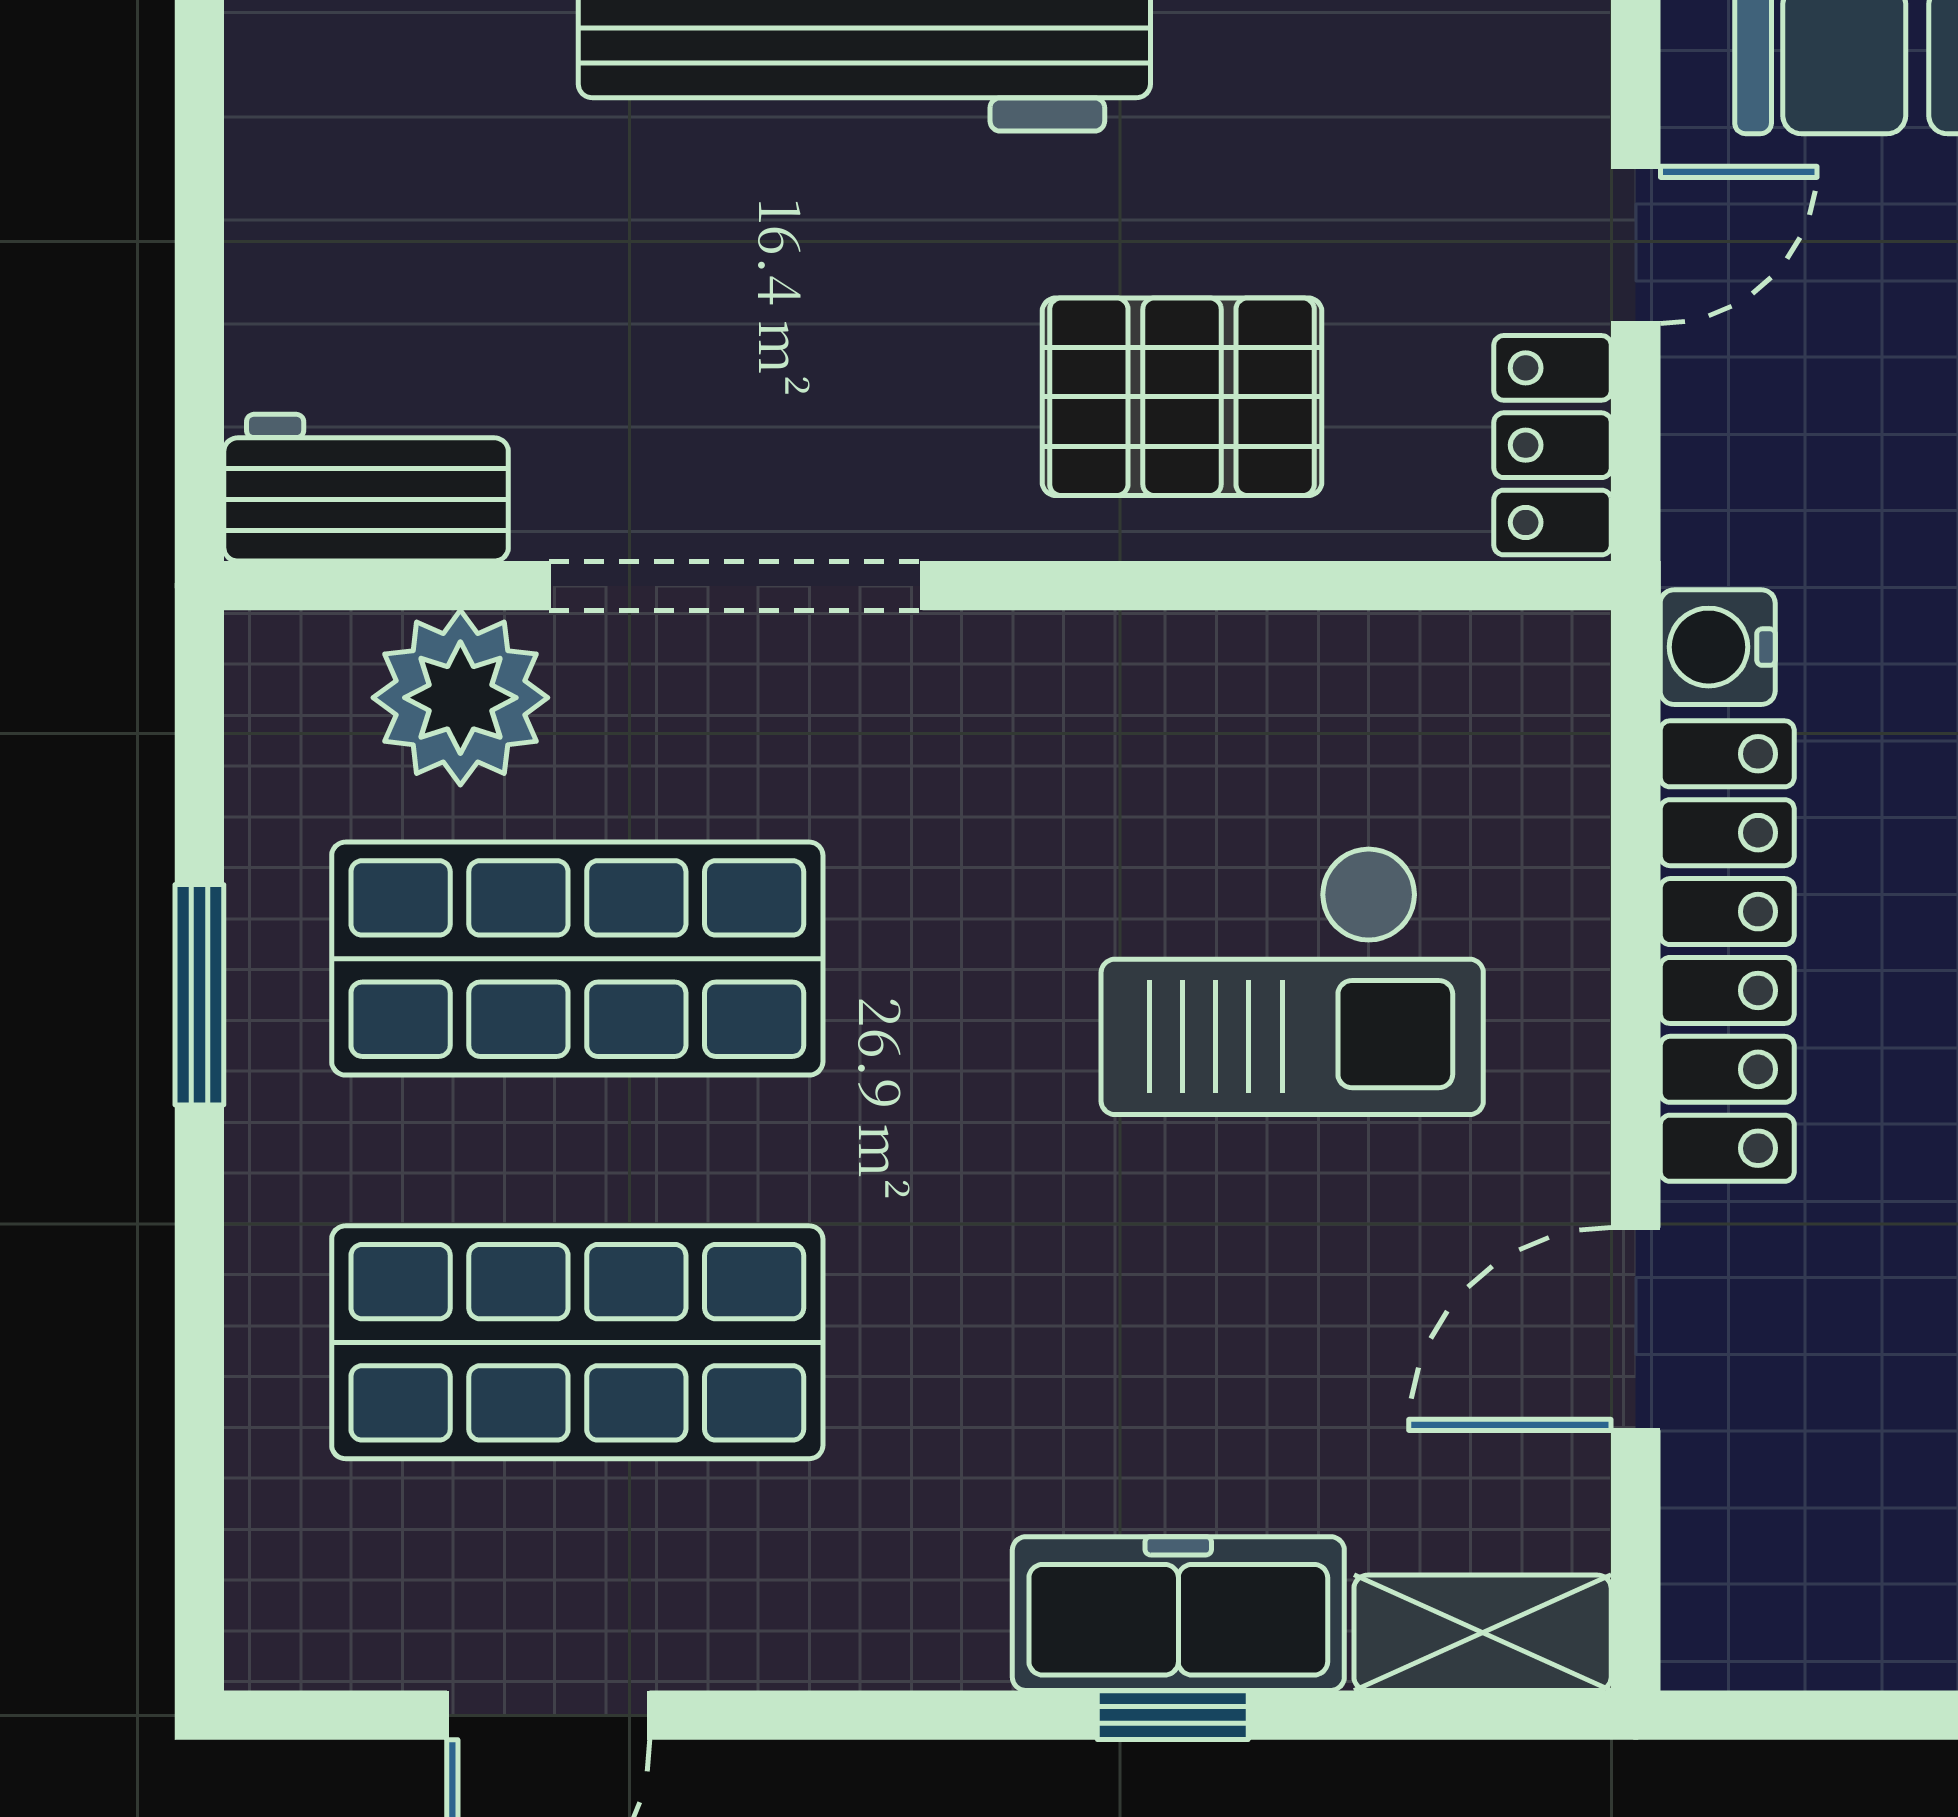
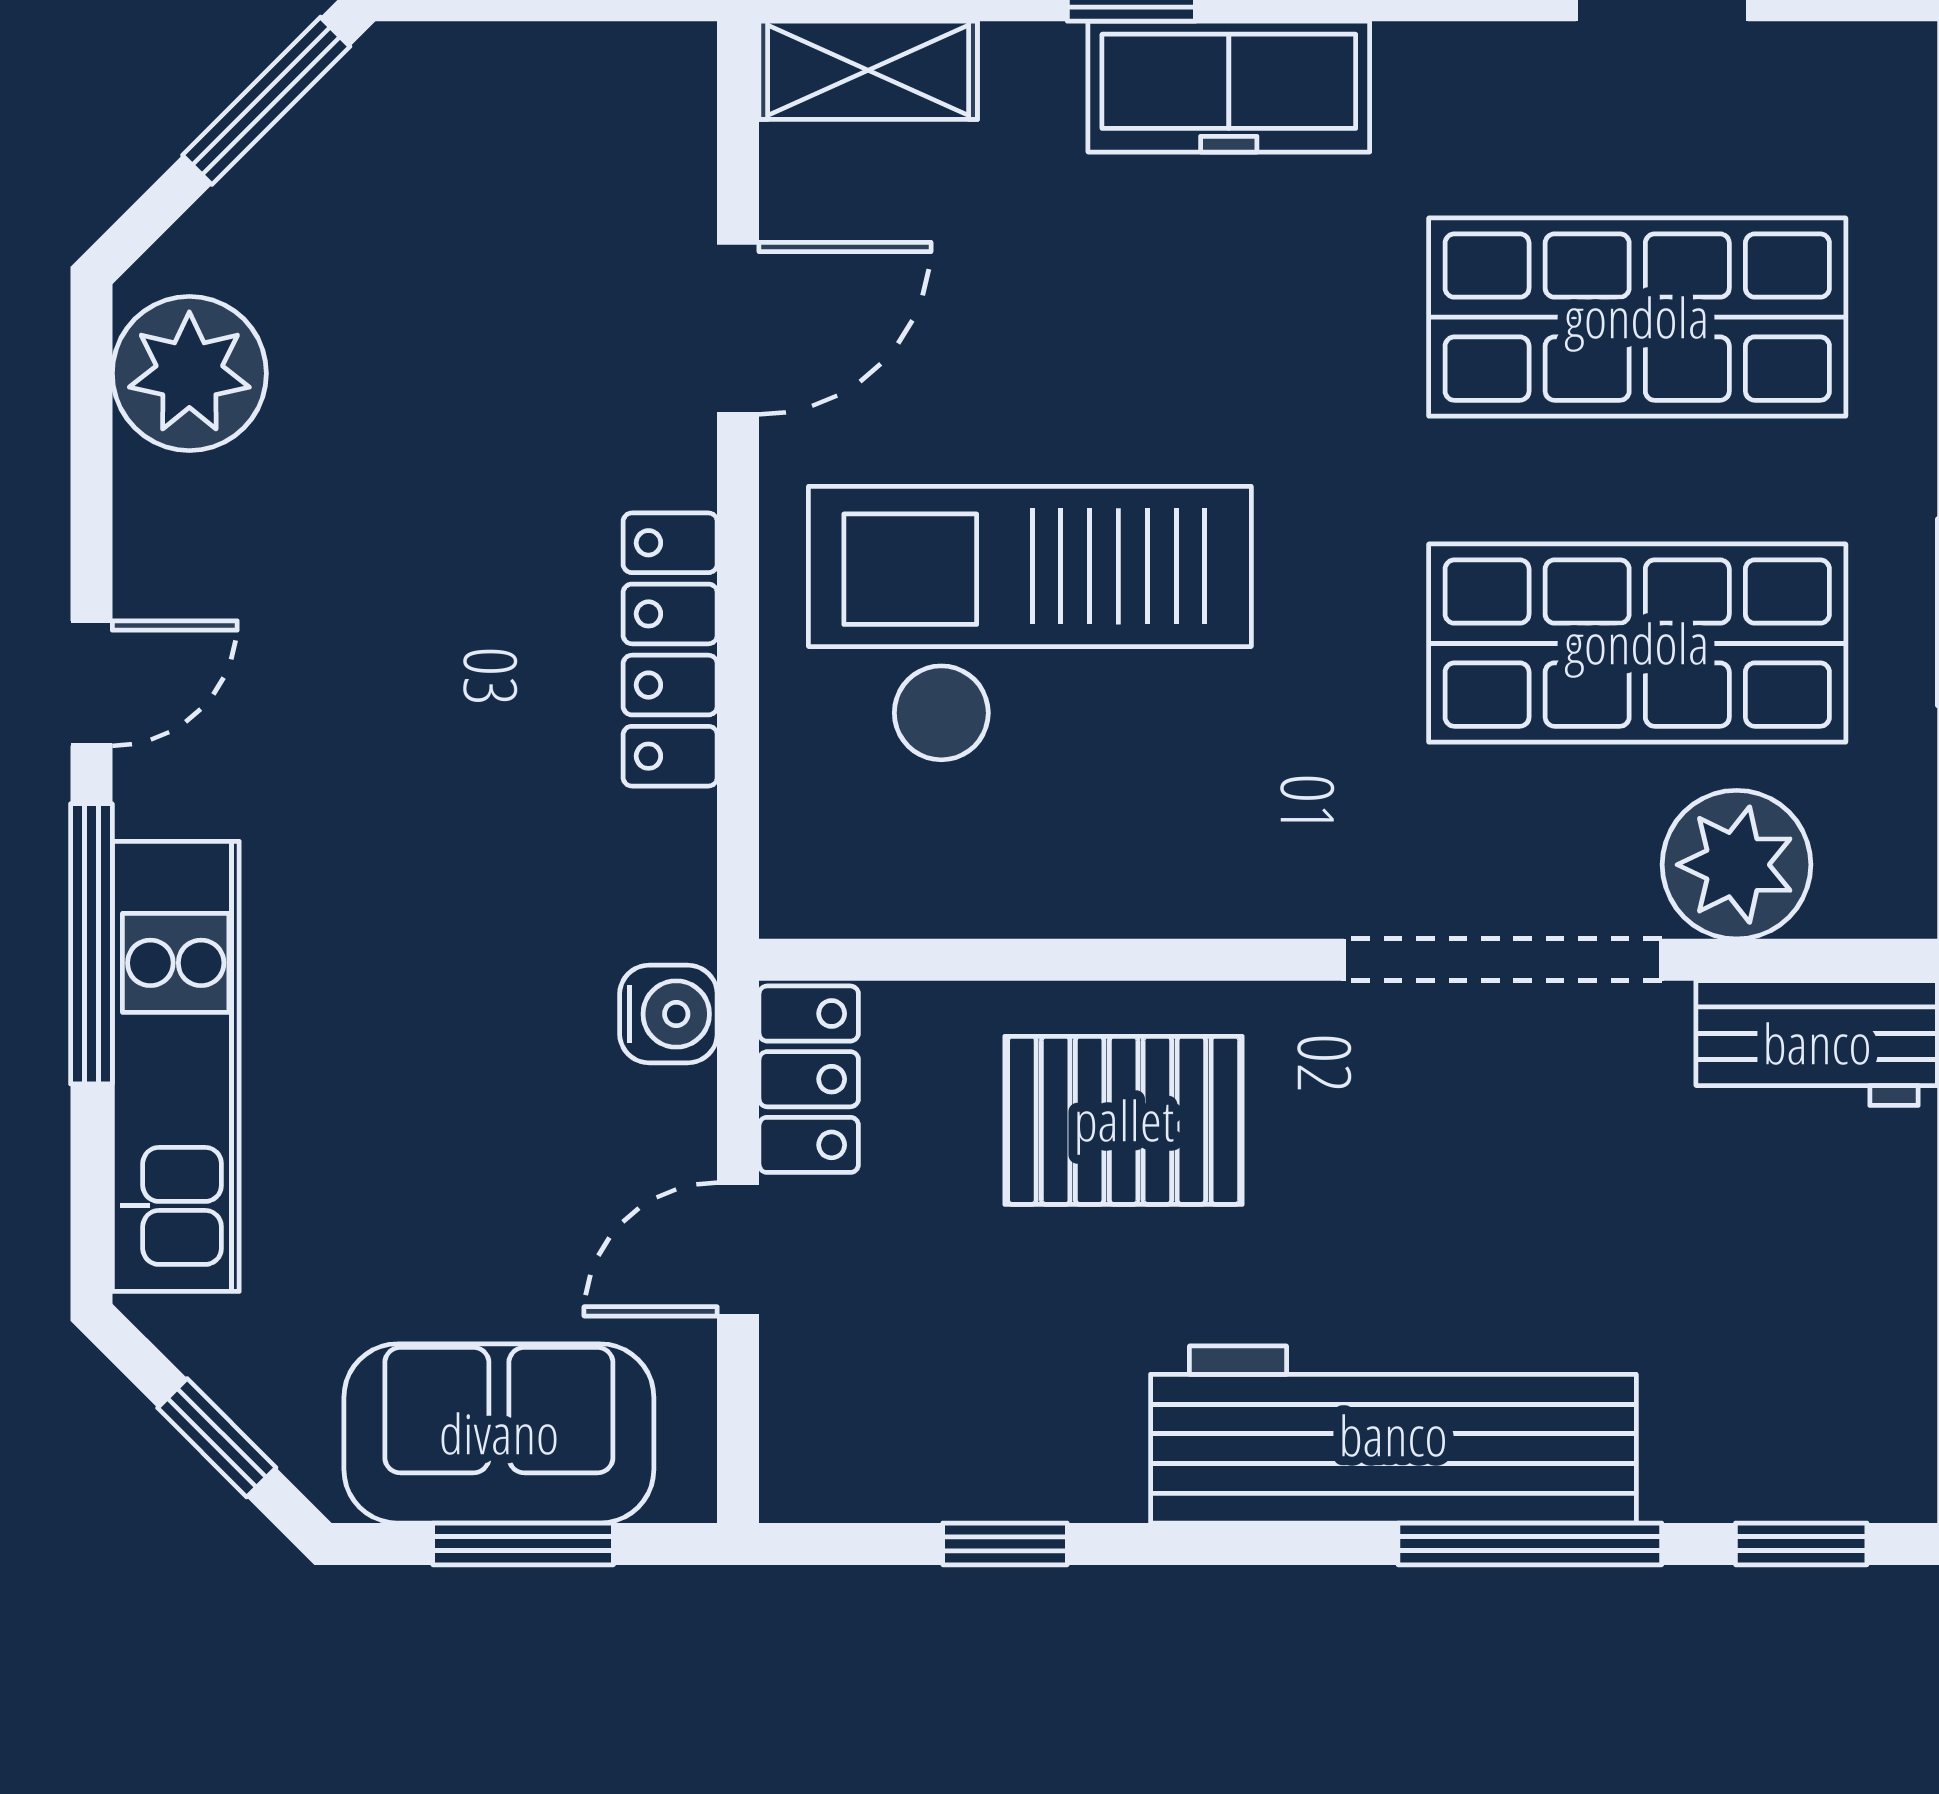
water cooler: (1718, 647) -> (668, 1014), moved
locker: (1727, 951) -> (670, 649), width x0.71, depth x0.83
checkout: (1292, 980) -> (1030, 624), width x1.36, depth x1.21
freezer: (1178, 1614) -> (1229, 87), moved

